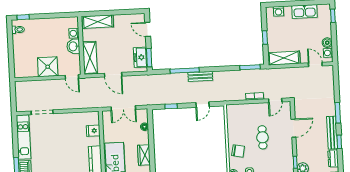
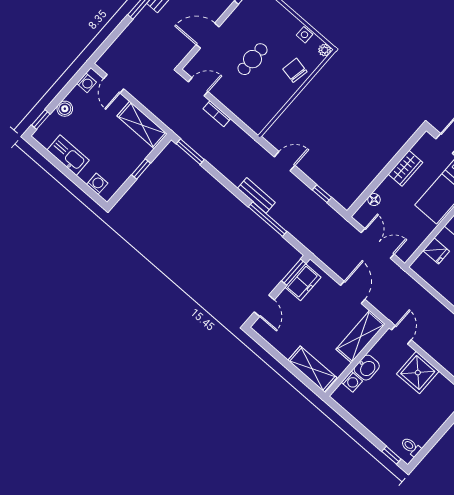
boiler: (327, 43) -> (65, 109), moved

